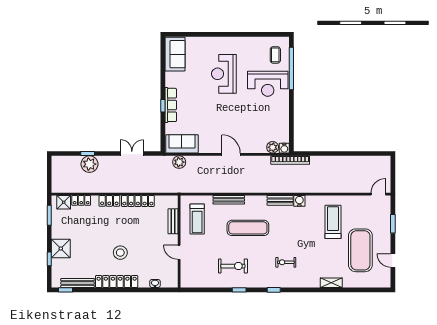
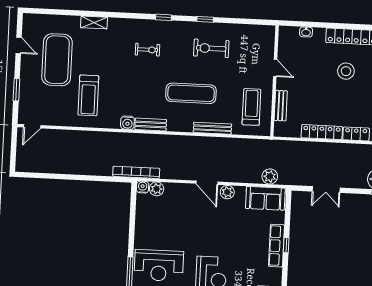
reception desk: (268, 84) -> (159, 265), turned 180
plant: (214, 147) -> (227, 192), added

